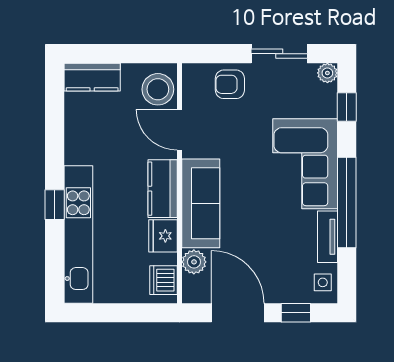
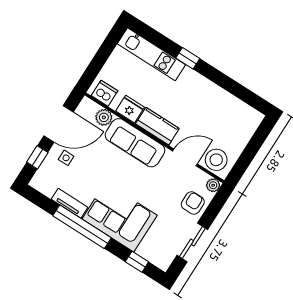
plant: (327, 73) -> (213, 185), moved
kitchen counter: (92, 77) -> (247, 126), removed
kitchen unit: (78, 234) -> (151, 54), width x0.73
side table: (323, 282) -> (66, 158), moved

